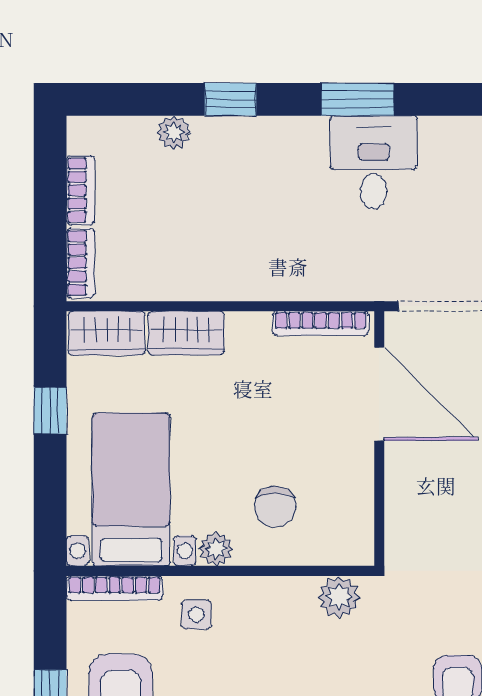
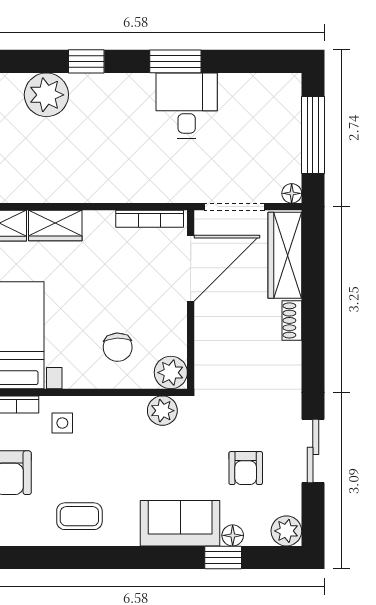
plant: (174, 132) -> (46, 95), width x1.87, depth x1.87
door: (379, 394) -> (191, 268), hinge flipped
plant: (216, 549) -> (171, 373), moved, width x1.38, depth x1.38

